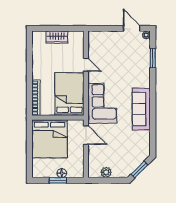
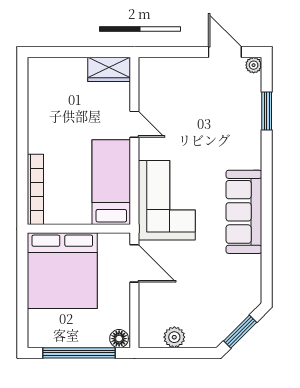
wardrobe: (57, 37) -> (109, 69), moved
bed: (69, 94) -> (111, 182), width x0.67
floor lamp: (62, 173) -> (119, 339), moved
window: (58, 180) -> (79, 353), width x2.11

